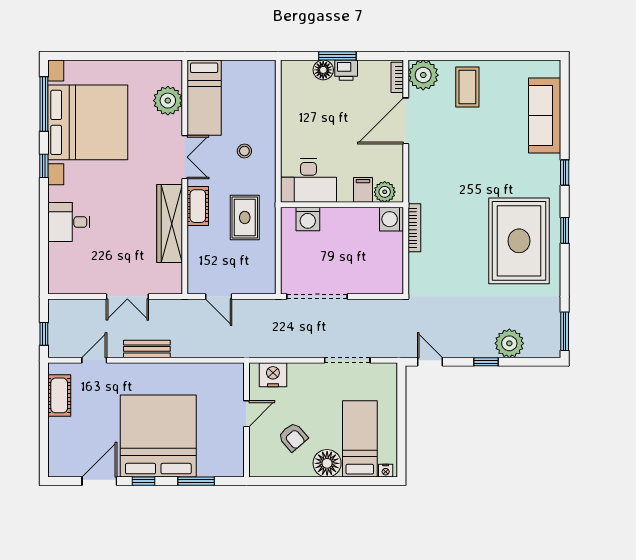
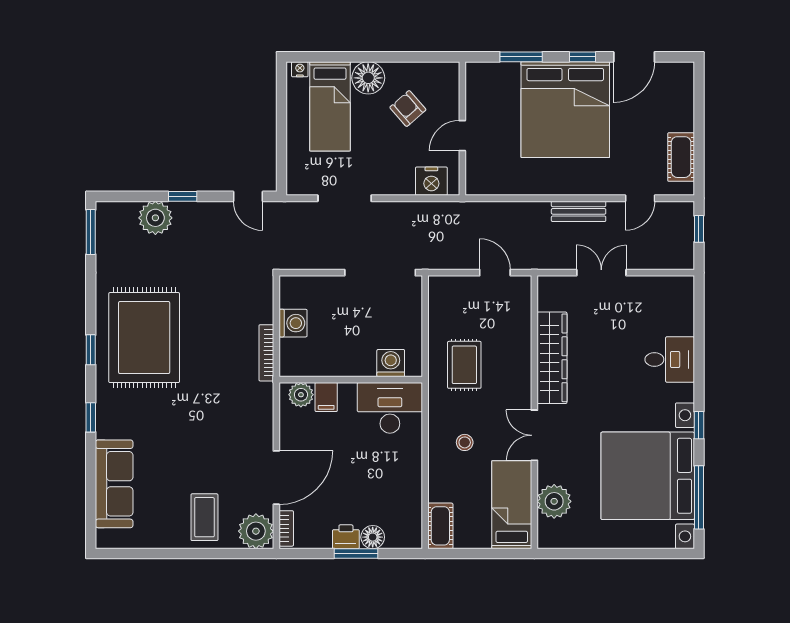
cot: (198, 206) -> (440, 526), moved
washing machine: (391, 219) -> (293, 323), moved

